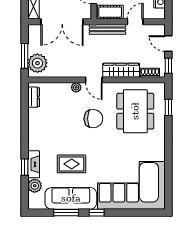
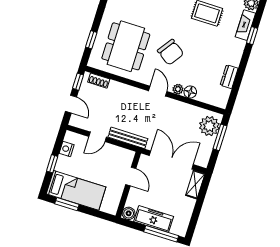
cot: (110, 12) -> (120, 154), removed
wardrobe: (121, 70) -> (127, 92), removed
floor lamp: (64, 88) -> (190, 92), added
dresser: (34, 97) -> (229, 77), moved
chair: (93, 119) -> (171, 52), turned -145
window: (25, 167) -> (252, 36), moved

